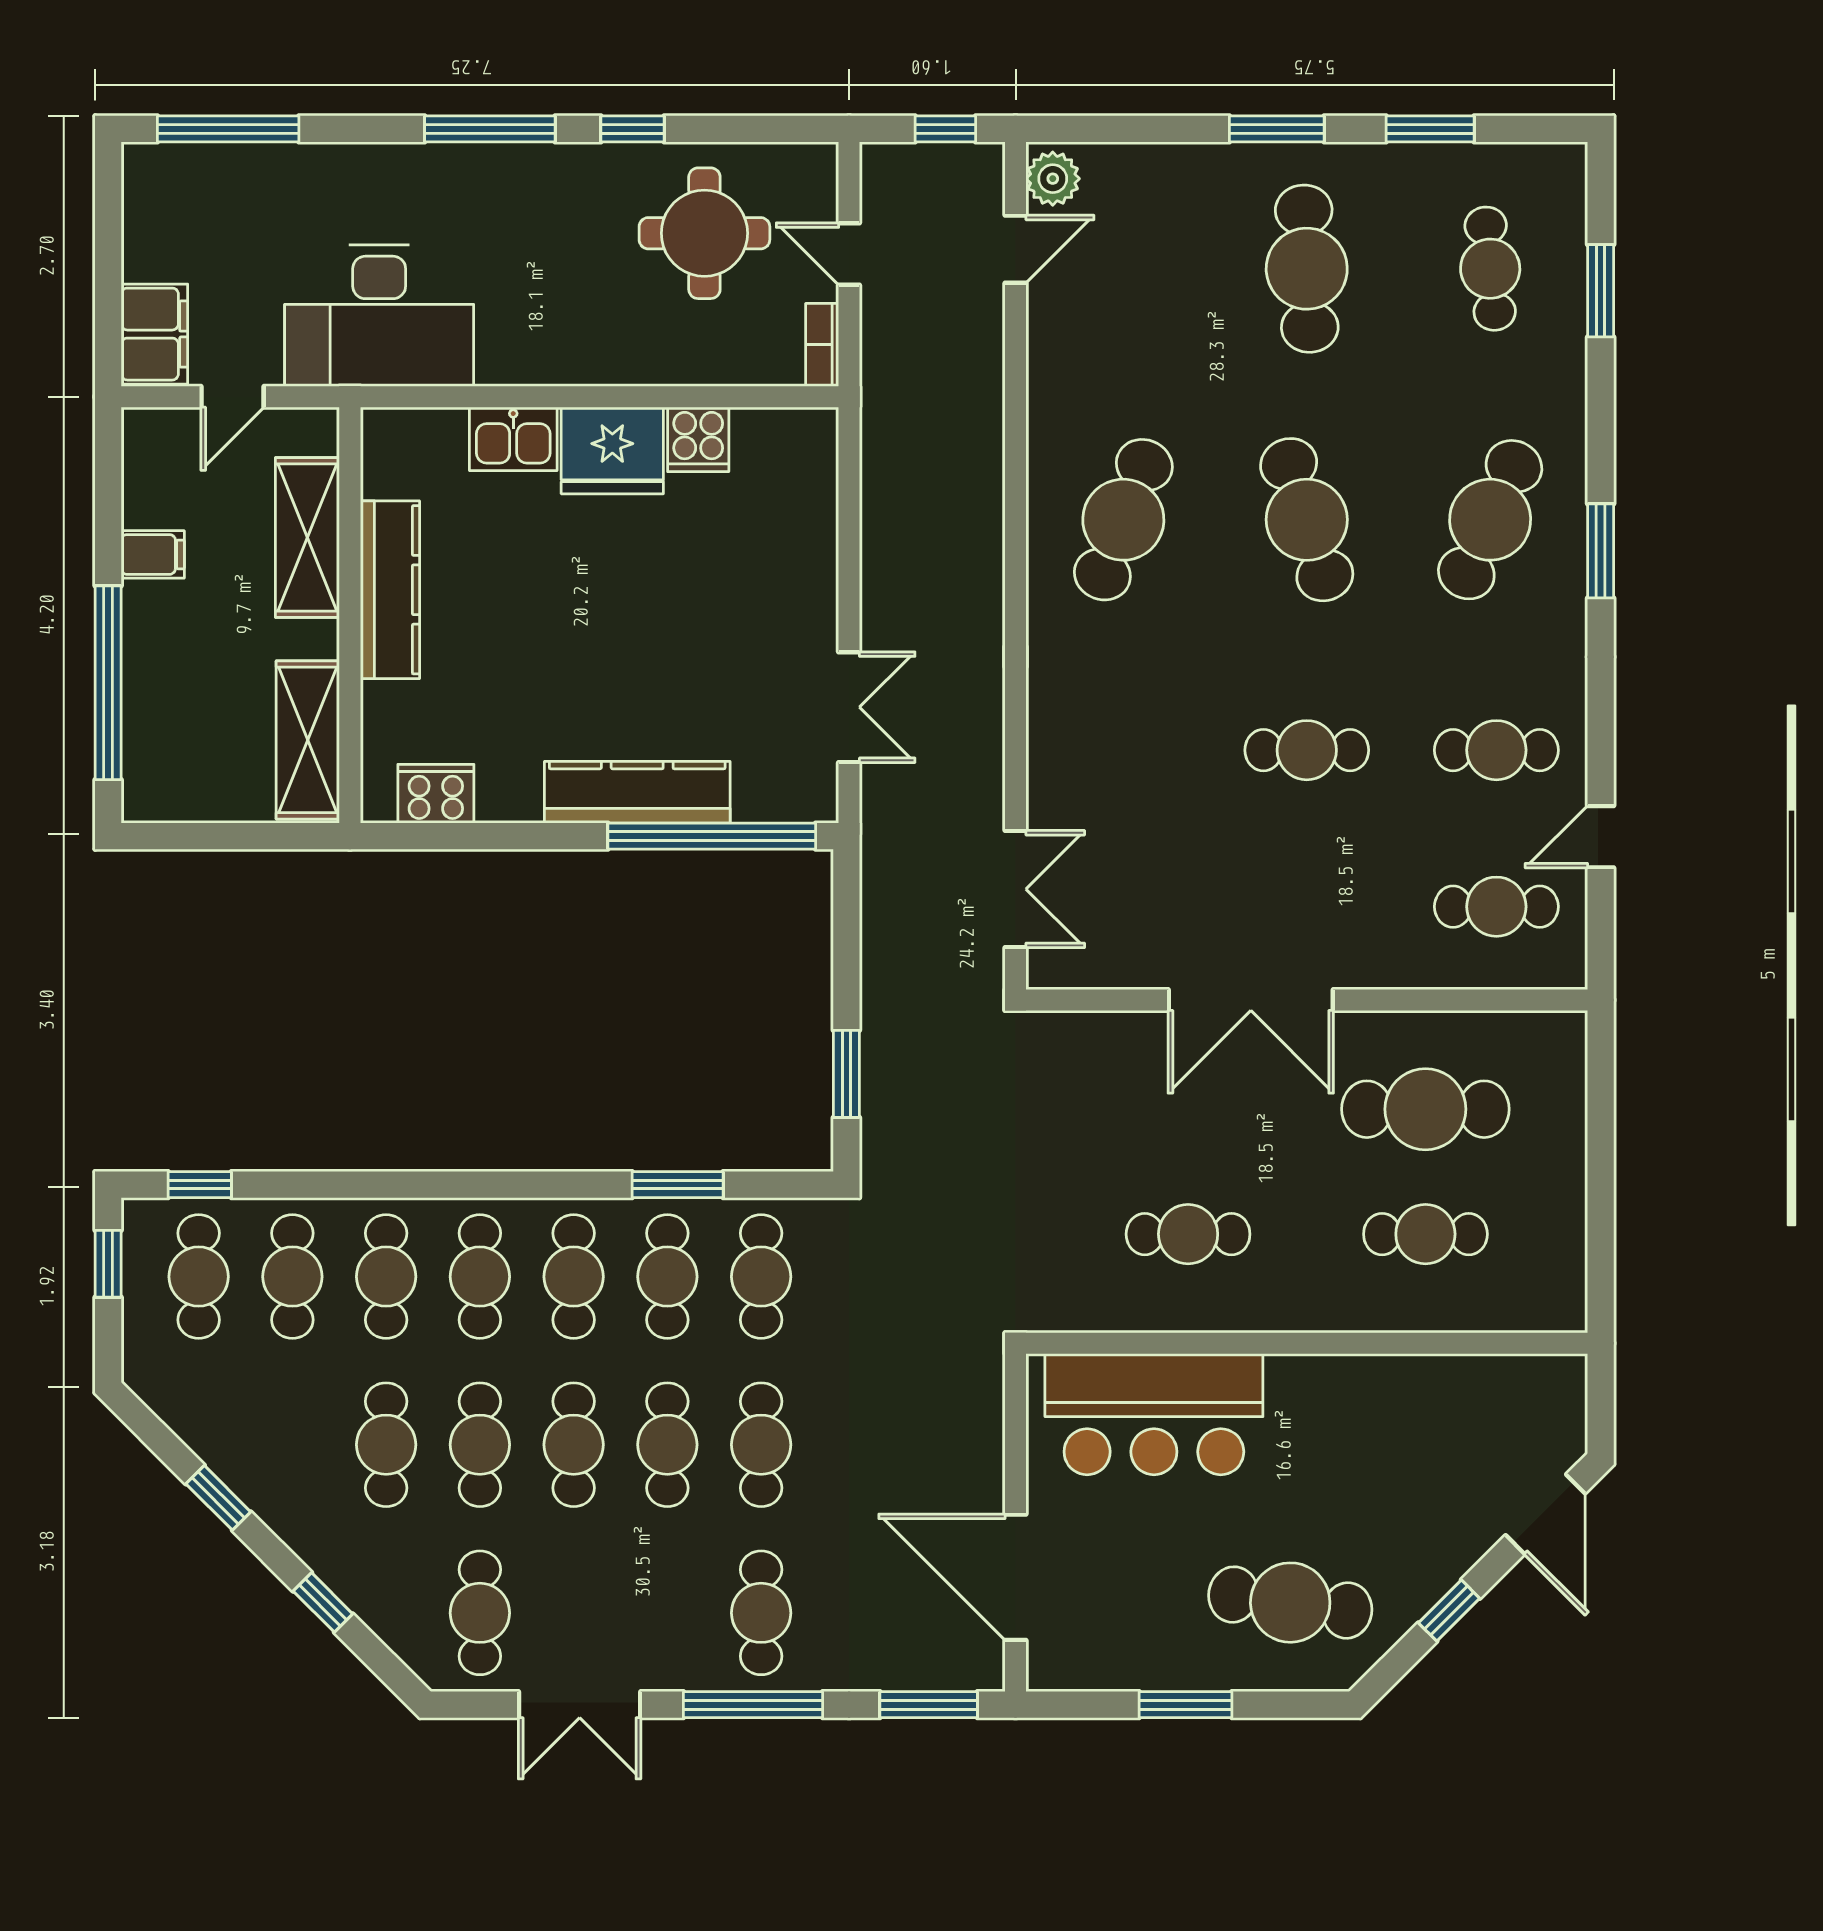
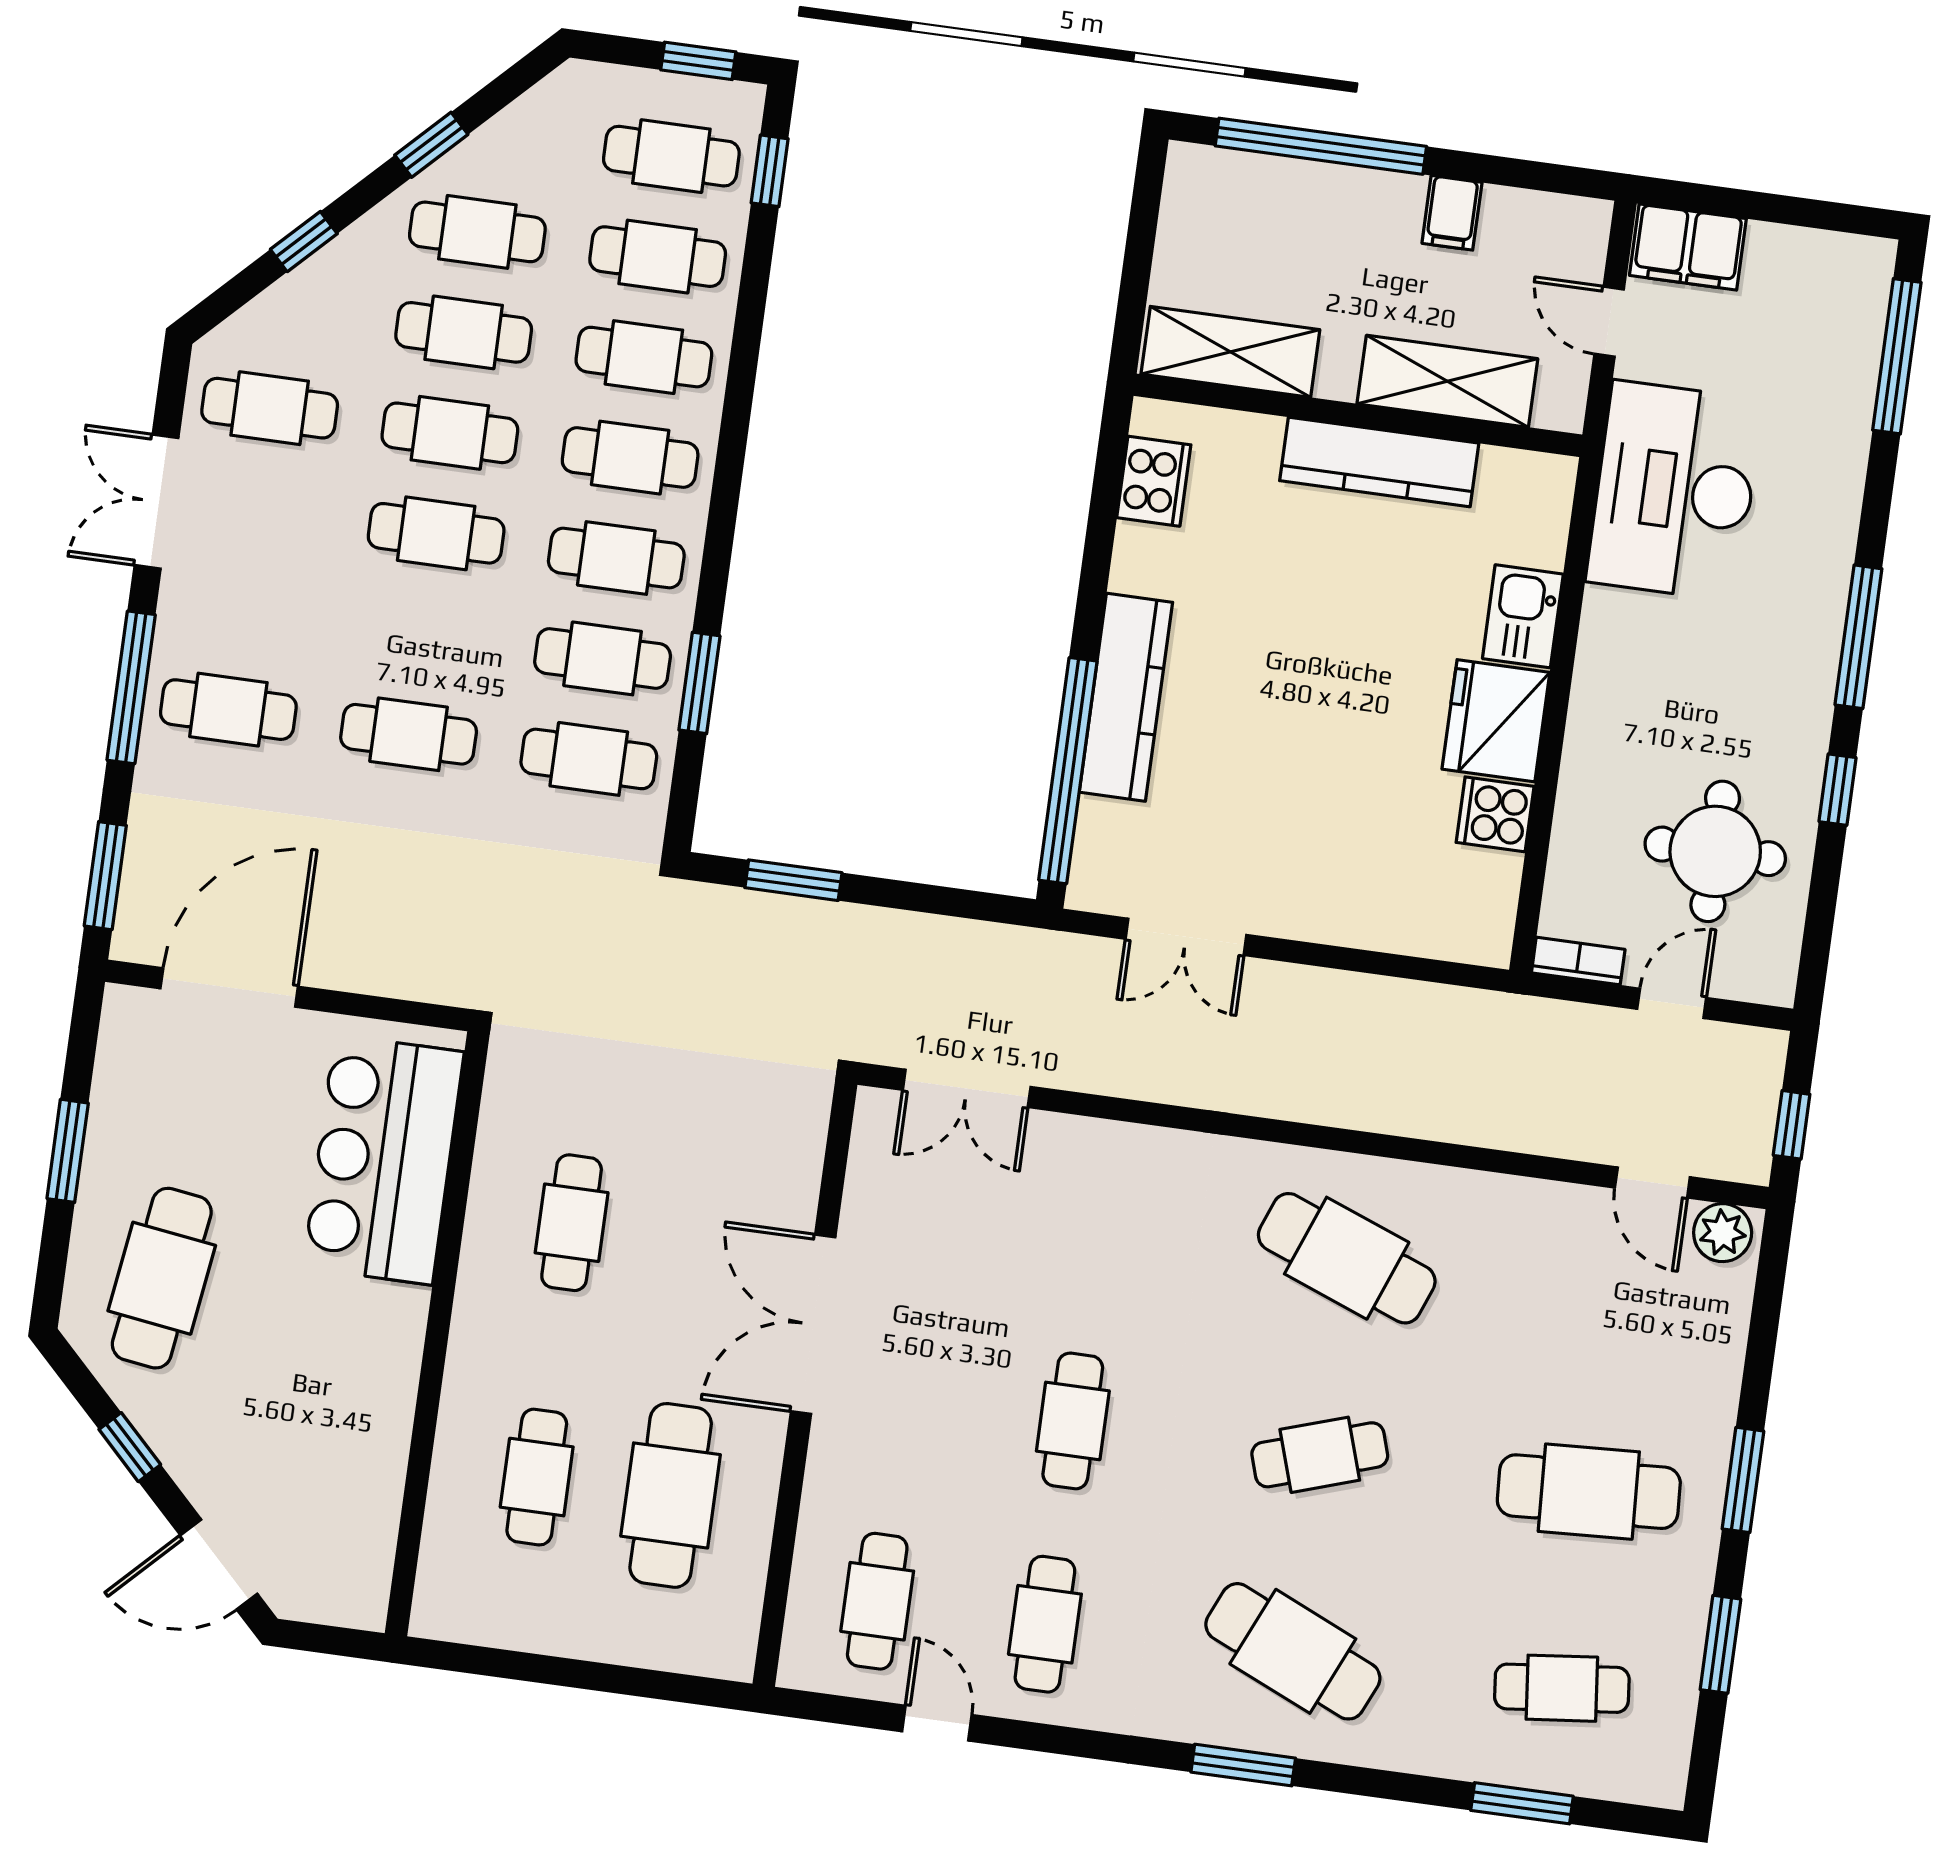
cafe table: (1307, 520) -> (1320, 1455), width x0.73, depth x0.74
cafe table: (667, 1445) -> (477, 232), moved

